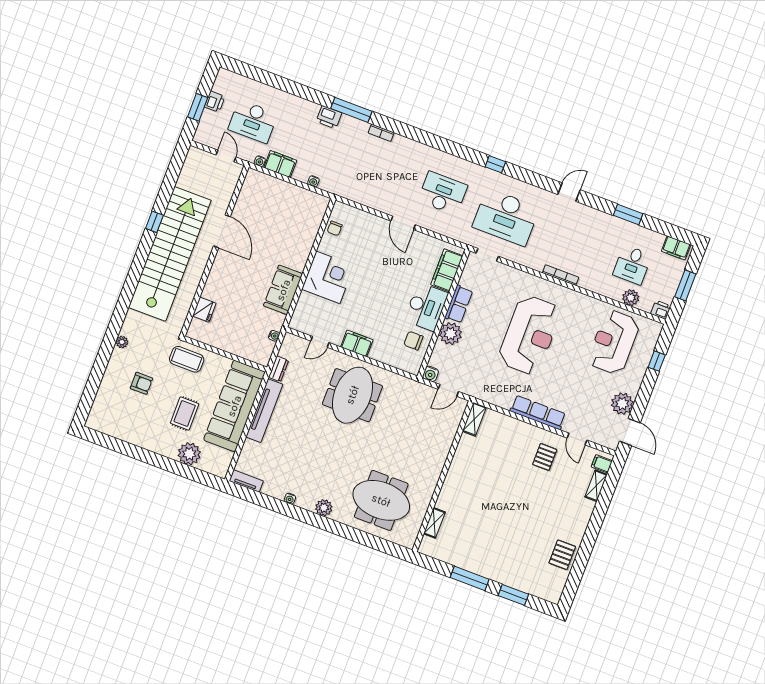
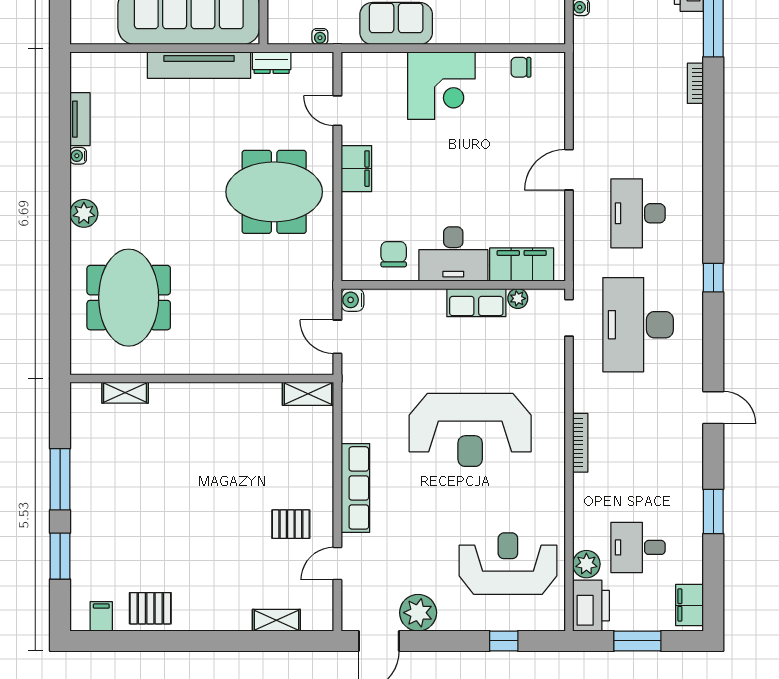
desk: (443, 193) -> (638, 213), turned 180
printer: (661, 310) -> (591, 606), width x1.87, depth x1.48
plant: (450, 334) -> (518, 298), moved, width x0.53, depth x0.53
filing cabinet: (602, 464) -> (101, 616), moved
tv unit: (246, 481) -> (80, 119), moved

